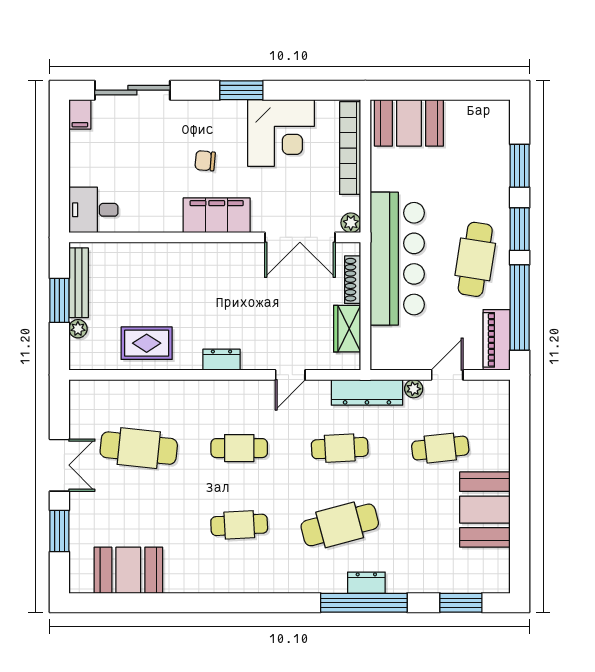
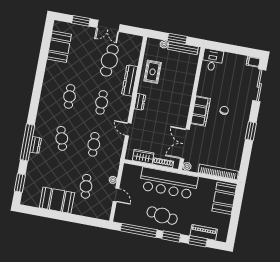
corner desk: (281, 133) -> (230, 144), removed
piano: (497, 340) -> (204, 232), moved
dresser: (367, 392) -> (130, 81), moved
cafe table: (340, 525) -> (62, 138), width x0.73, depth x0.74

